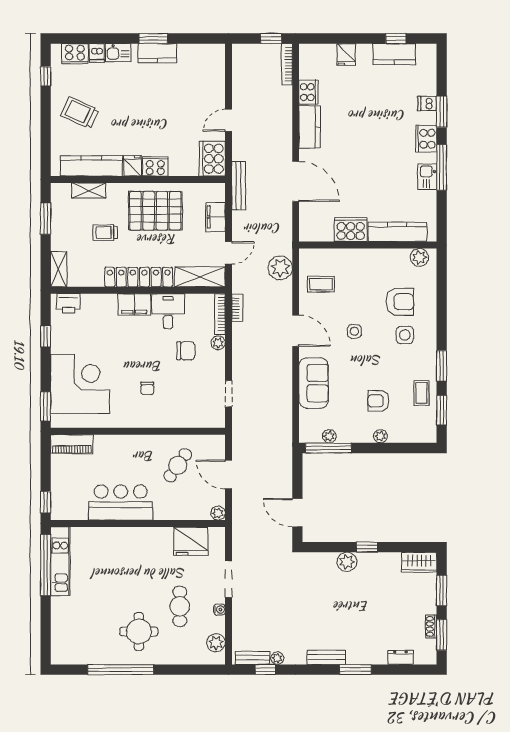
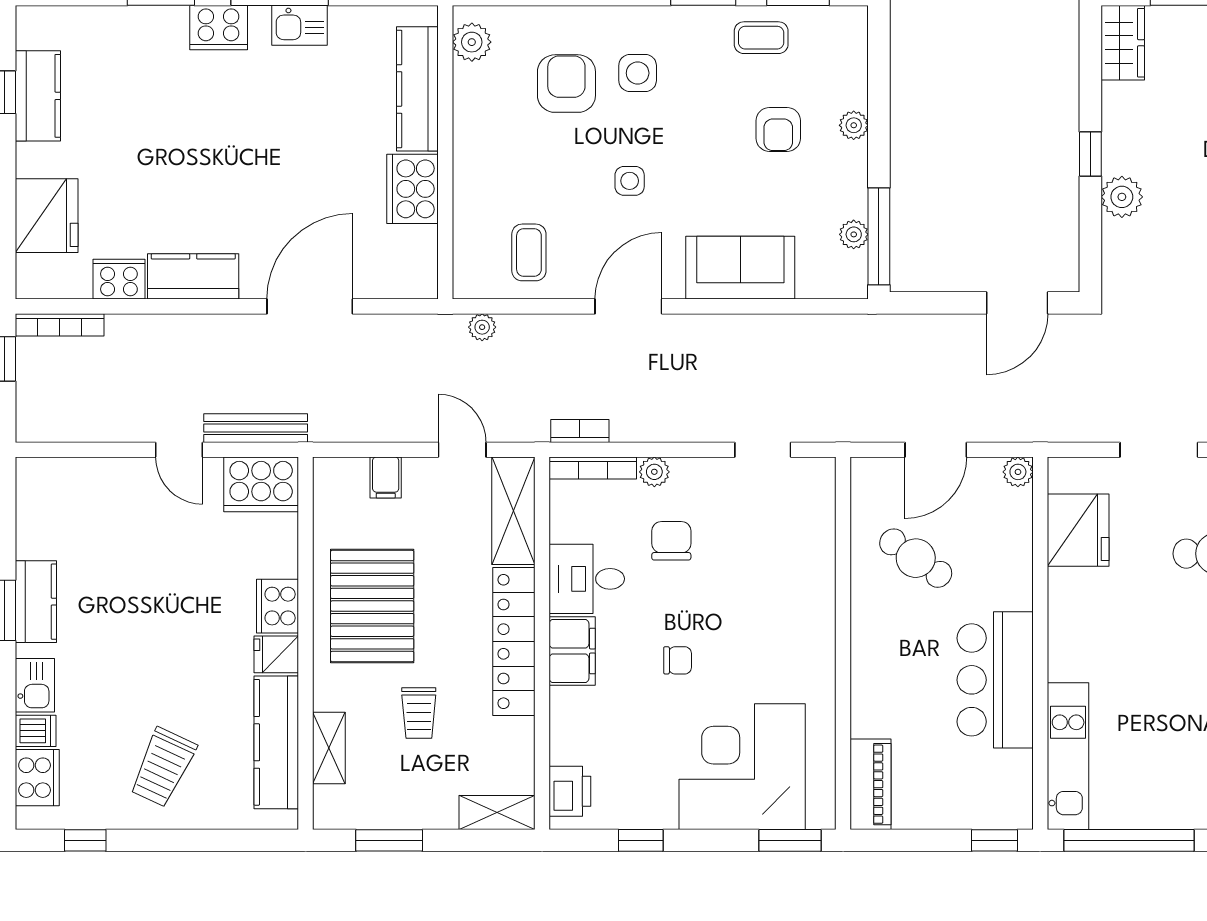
fridge: (346, 55) -> (47, 216), width x1.88, depth x1.34
dishwasher: (427, 103) -> (143, 25), removed
bench: (239, 186) -> (256, 428), moved
filing cabinet: (215, 217) -> (386, 477), width x0.50
plant: (280, 268) -> (482, 327), width x0.53, depth x0.53
chair: (147, 388) -> (678, 660), moved
kitchen unit: (60, 561) -> (1068, 756), moved, turned 90

